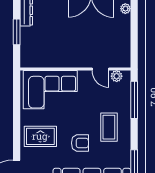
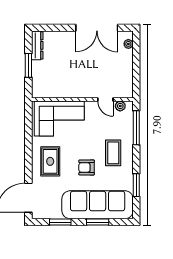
rug: (40, 136) -> (50, 161), turned 90
armchair: (80, 143) -> (87, 167), turned 180

